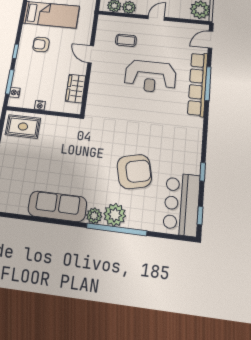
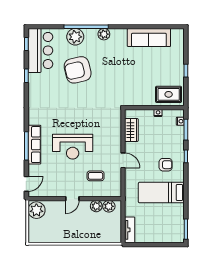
reception desk: (150, 77) -> (73, 147), turned 180
row of seats: (198, 84) -> (34, 145), width x0.73
sofa: (57, 206) -> (149, 38), moved
plant: (115, 215) -> (75, 37), moved

